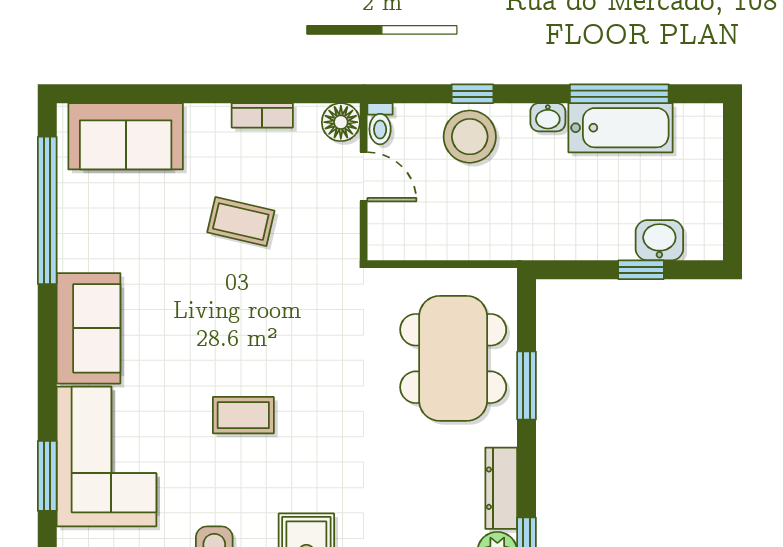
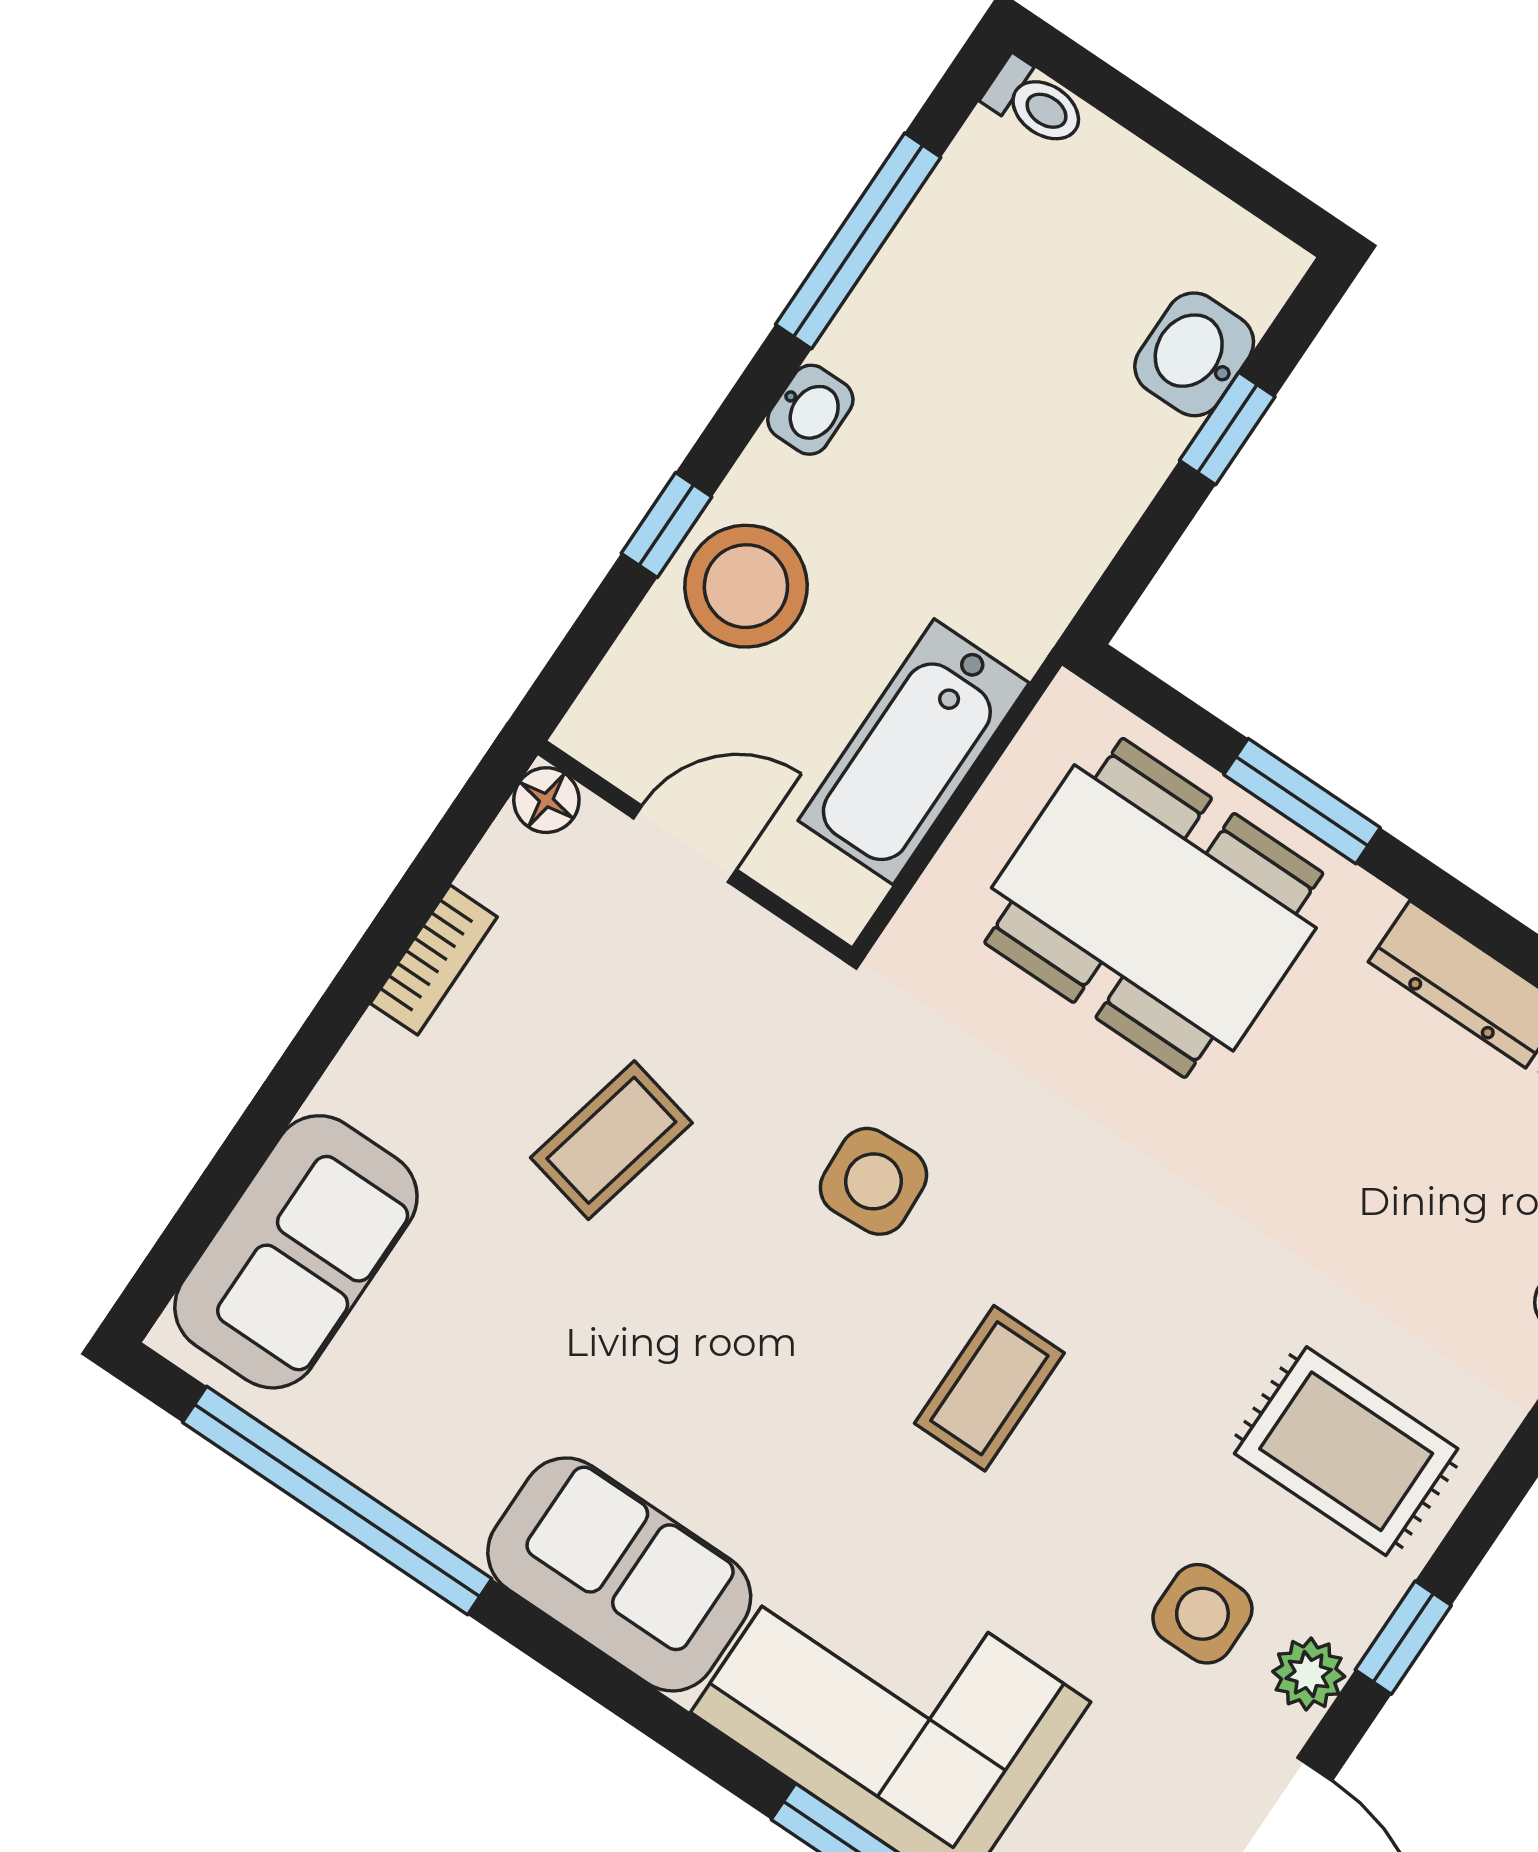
floor lamp: (341, 122) -> (546, 800), width x0.73, depth x0.73
toilet: (380, 124) -> (1035, 103), moved
bathtub: (620, 128) -> (914, 752), moved, turned 180
side table: (289, 324) -> (873, 1181), added

